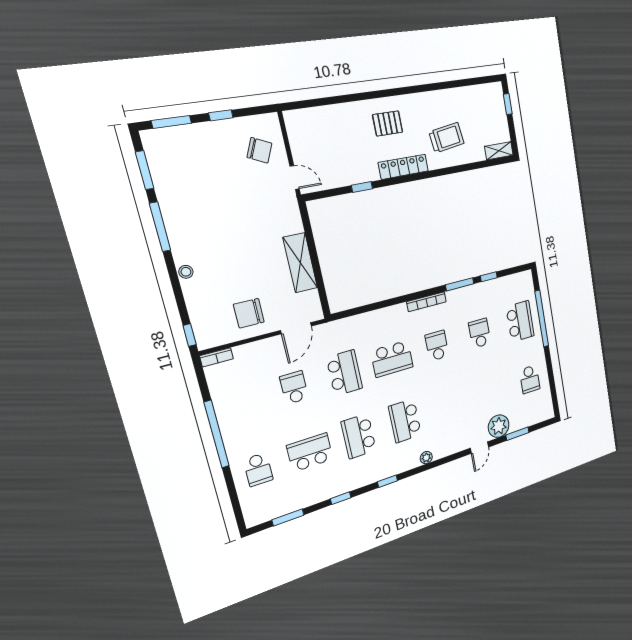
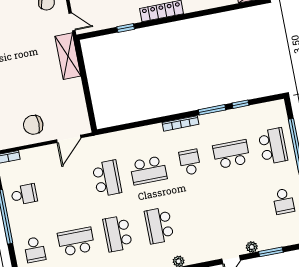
shelving: (300, 263) -> (68, 56), moved
school desk: (480, 333) -> (231, 154), width x1.85
school desk: (294, 388) -> (24, 195), moved, turned 90
plant: (499, 426) -> (252, 247), width x0.53, depth x0.53

